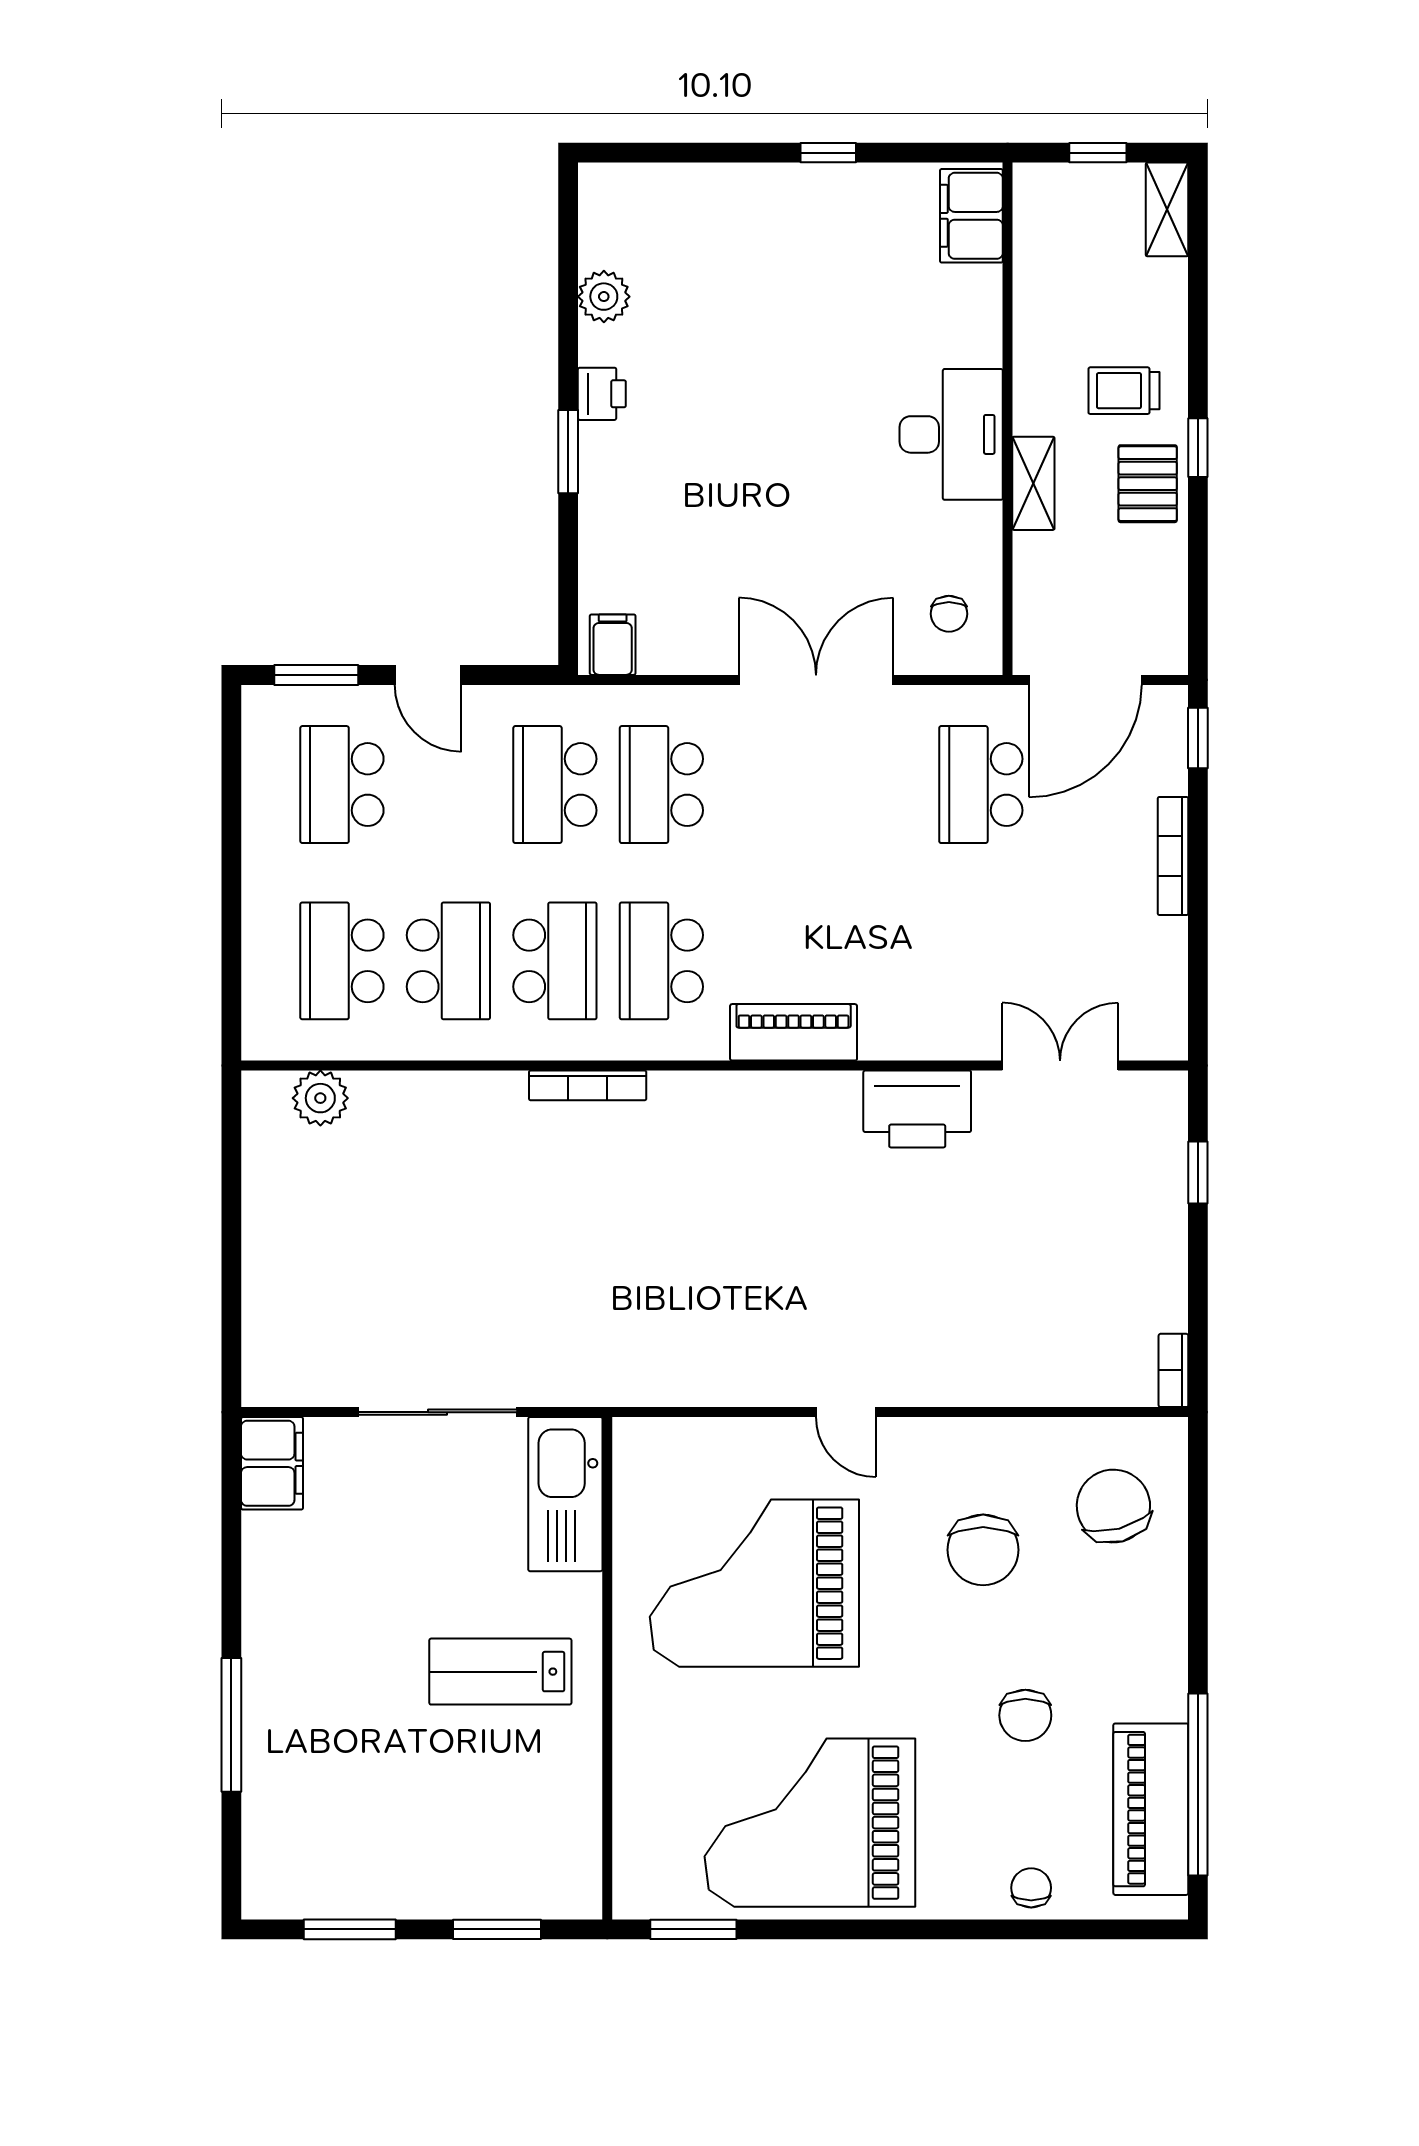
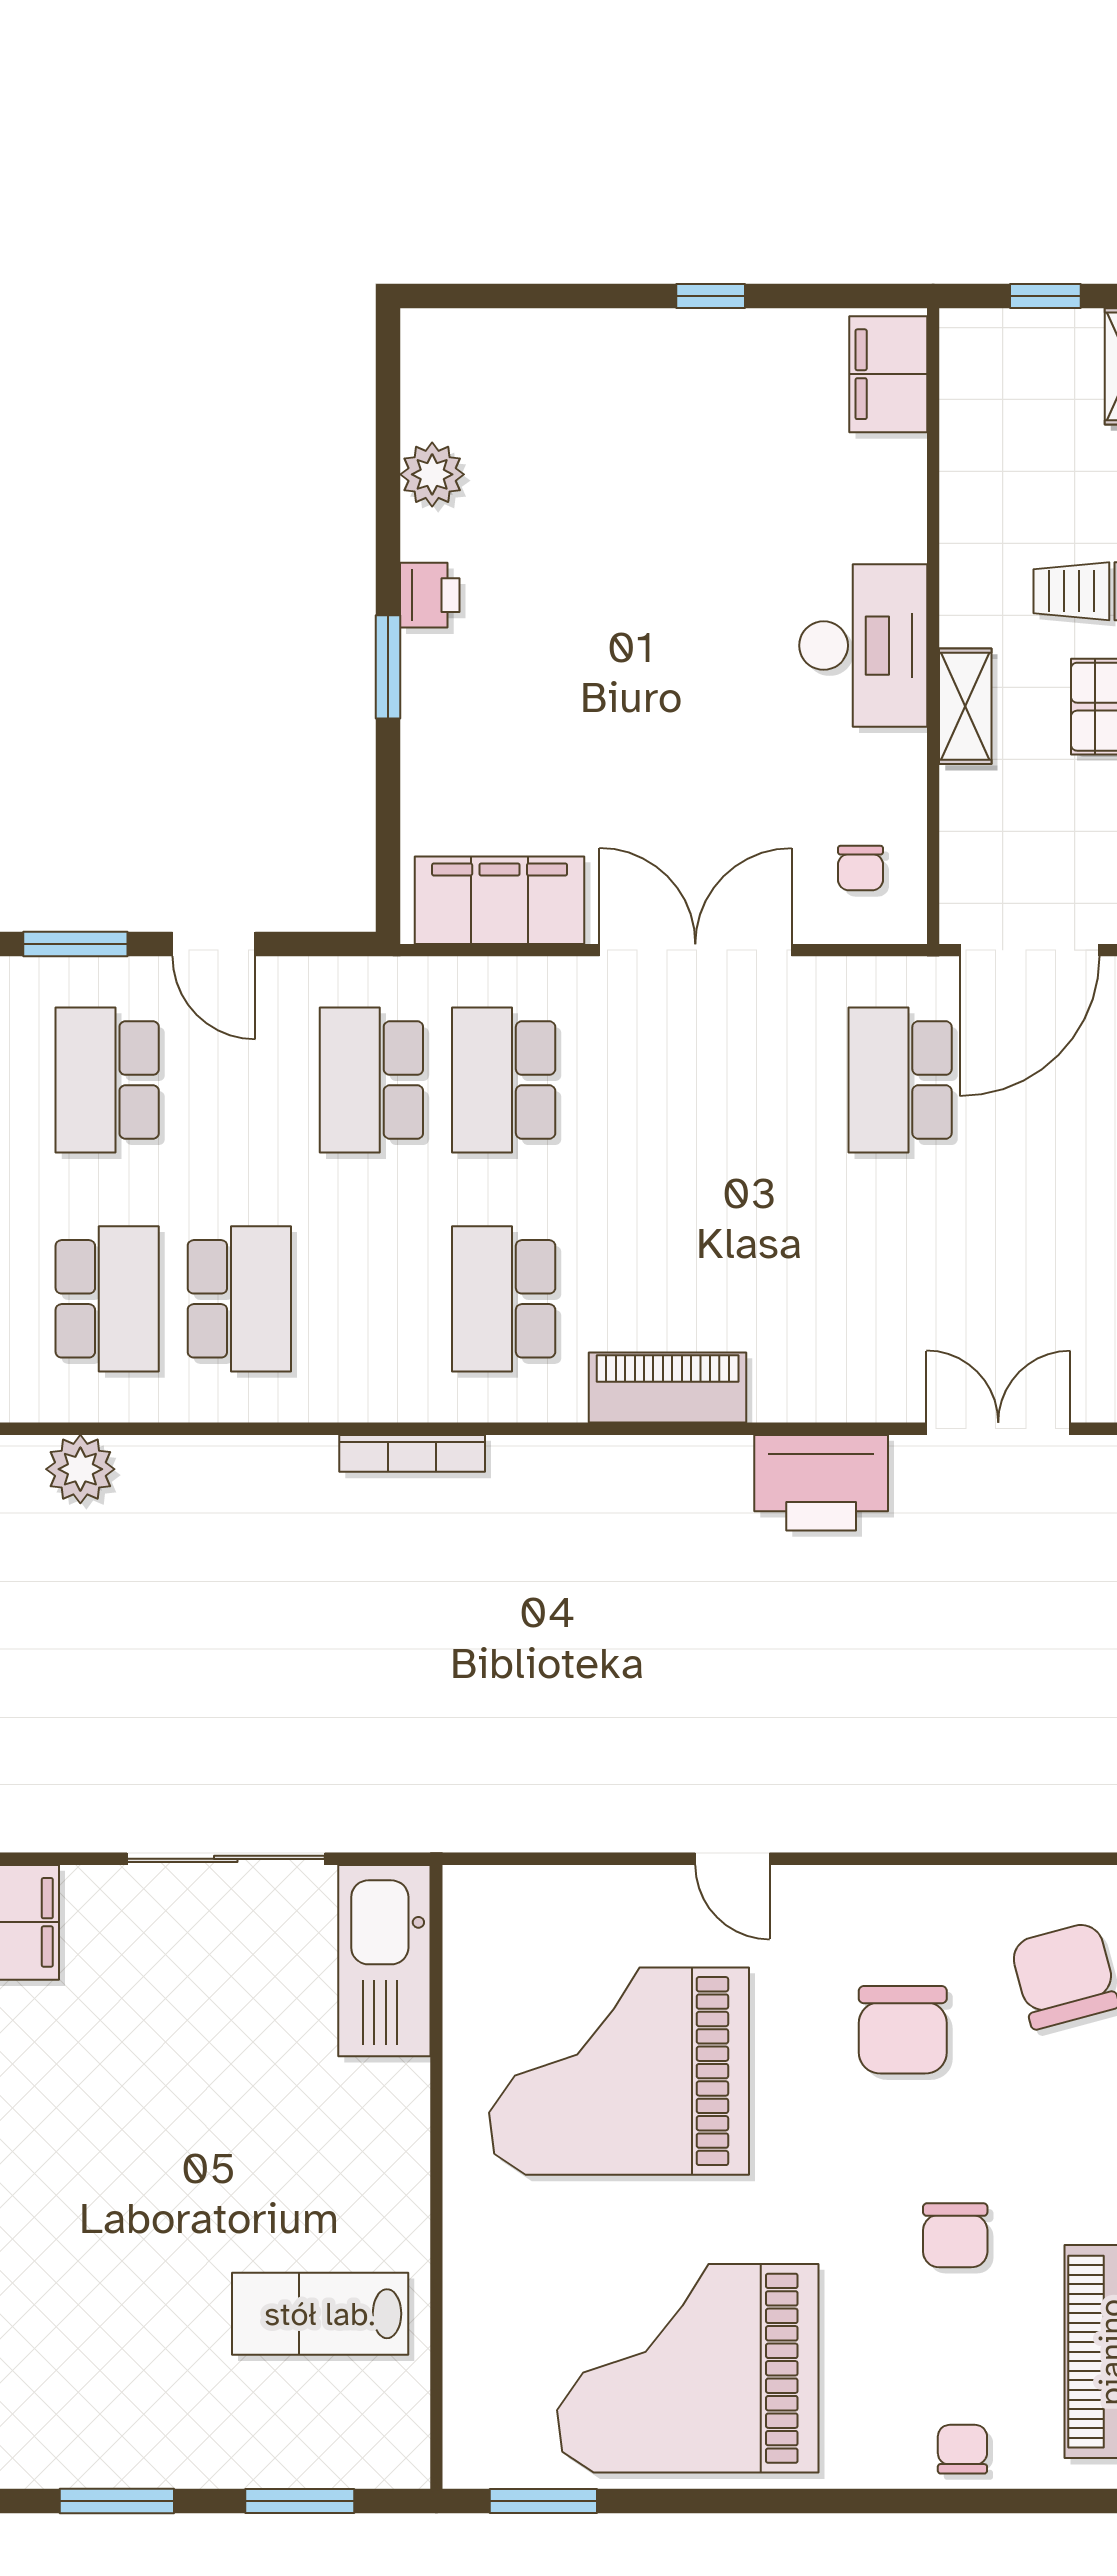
filing cabinet: (613, 645) -> (500, 900), width x3.00, depth x1.17
school desk: (342, 961) -> (107, 1299), turned 180
school desk: (555, 961) -> (371, 1299), removed
lab bench: (500, 1672) -> (320, 2314), moved

